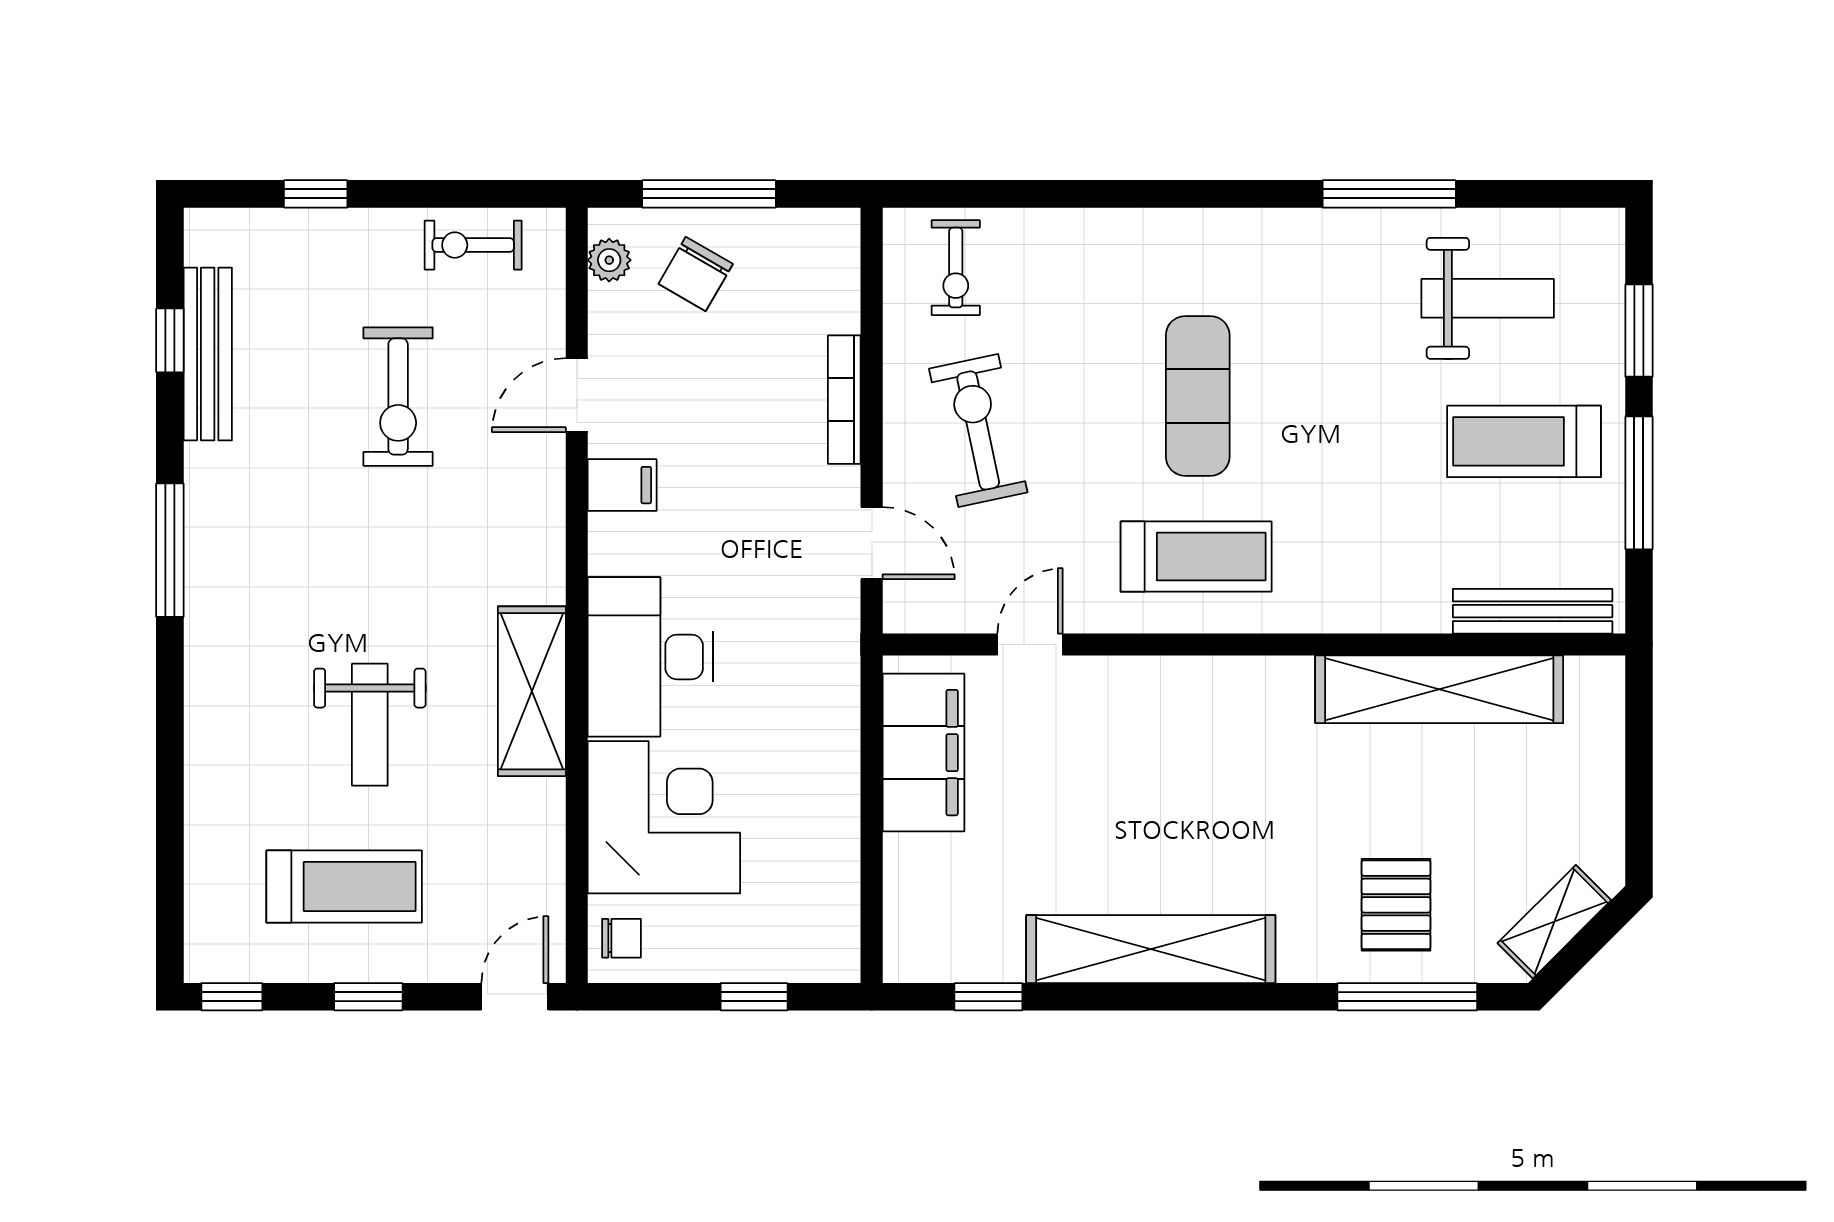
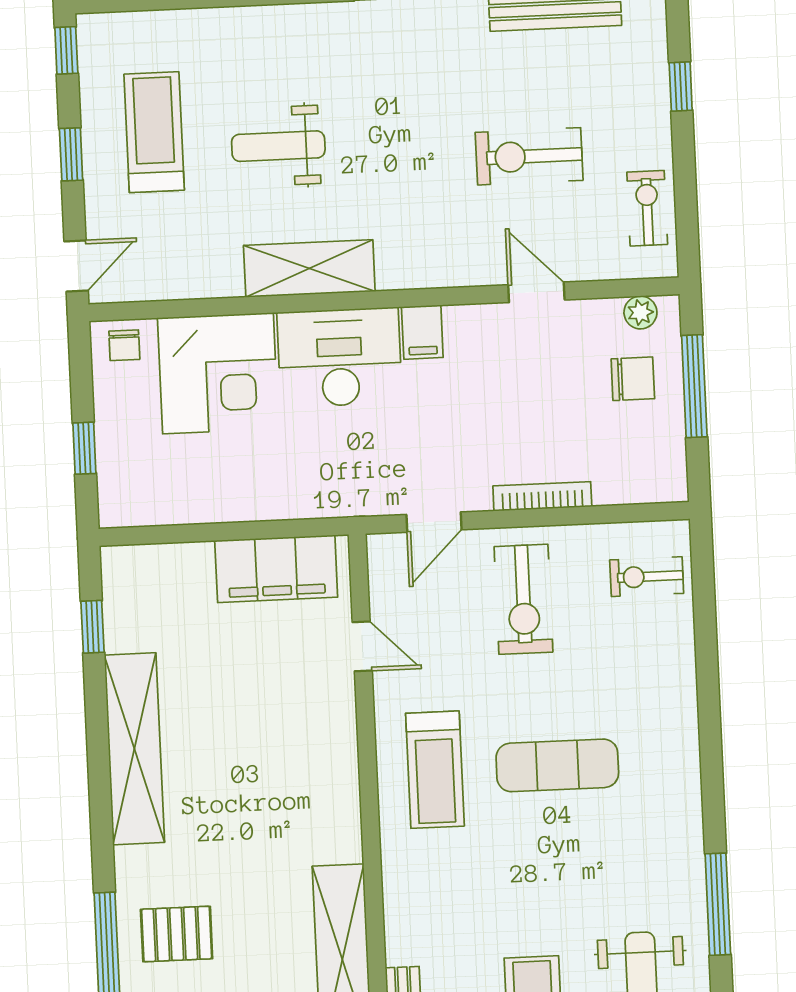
chair: (696, 274) -> (633, 379), turned 150
exercise bike: (978, 430) -> (523, 599), turned 102
filing cabinet: (622, 485) -> (422, 332), moved
treadmill: (344, 887) -> (154, 132), turned 180
door: (515, 997) -> (76, 266), hinge flipped

